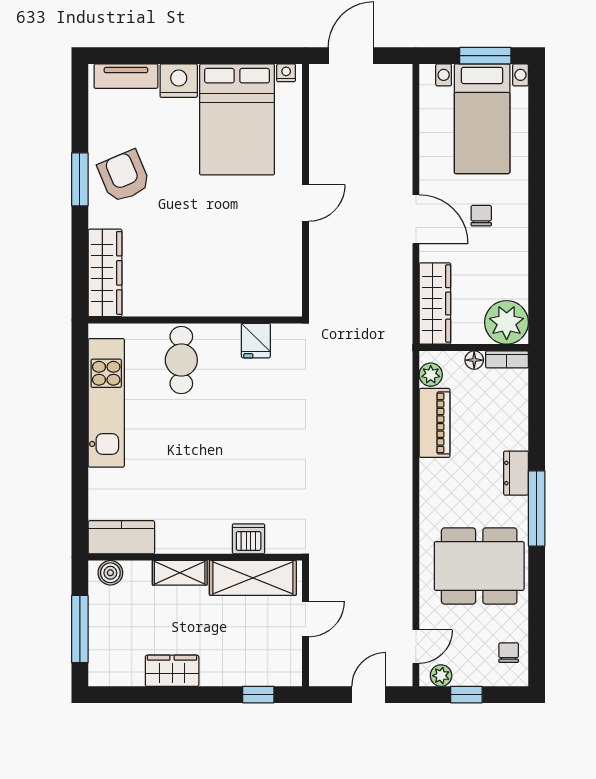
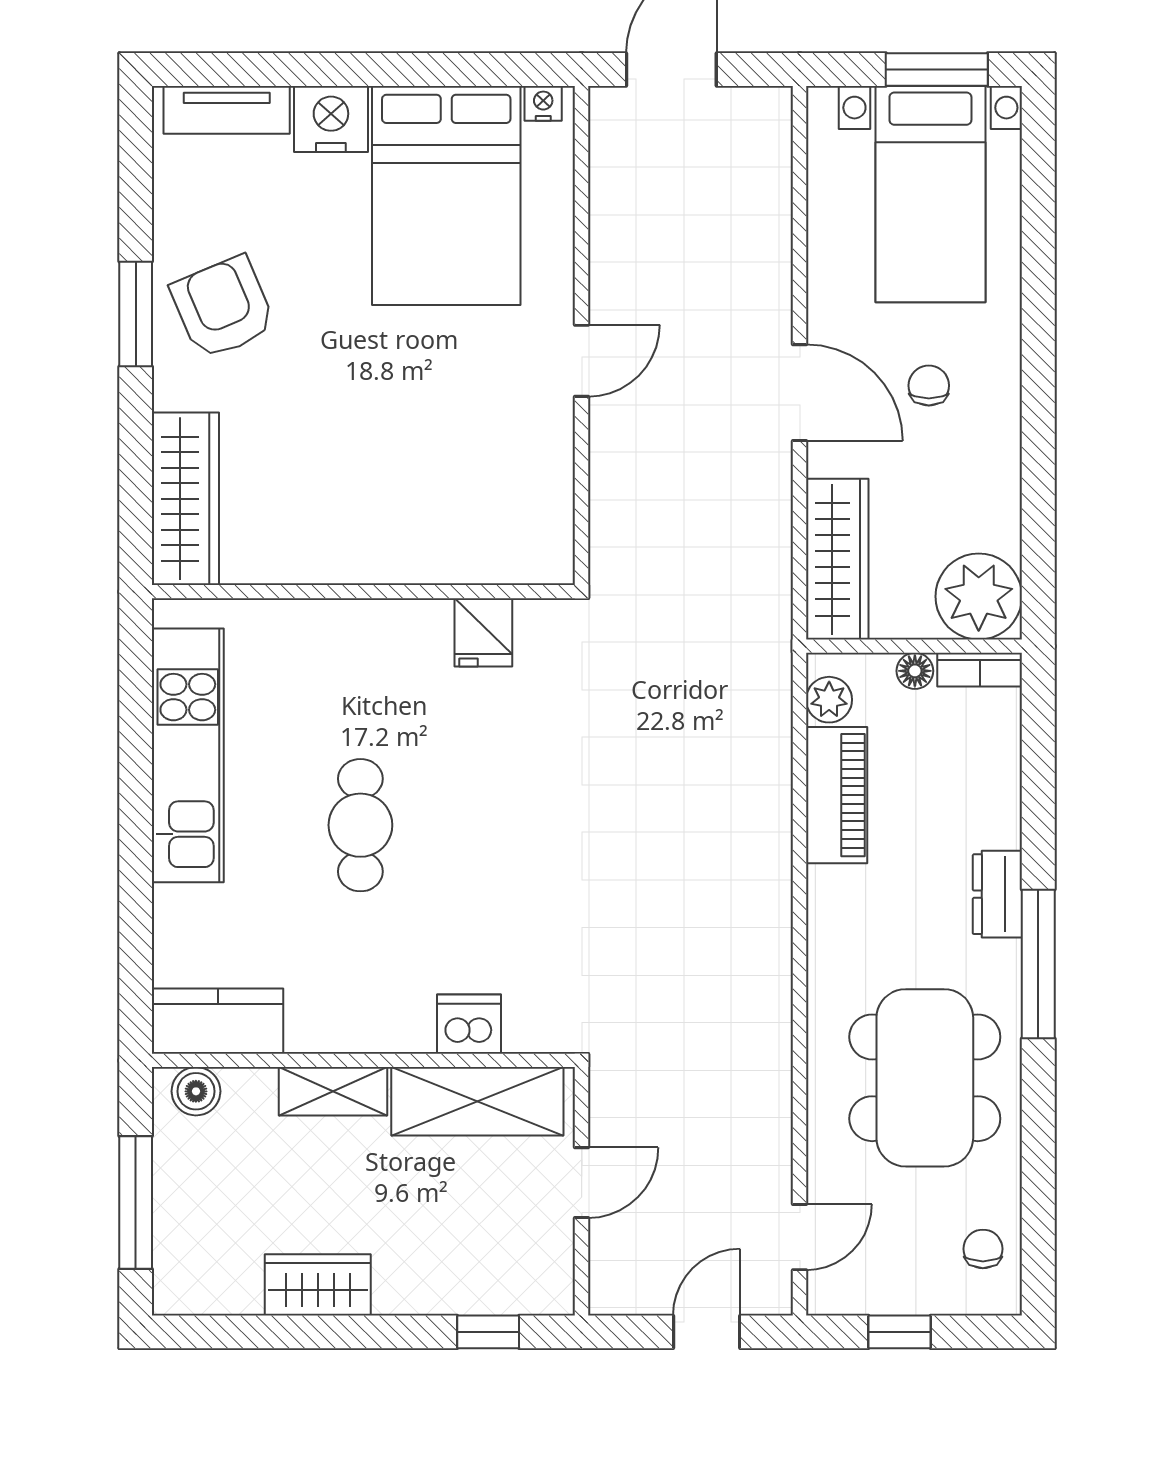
cafe table: (181, 360) -> (360, 825), moved
dining table: (479, 566) -> (925, 1078), turned 90
plant: (441, 676) -> (849, 1294), removed

